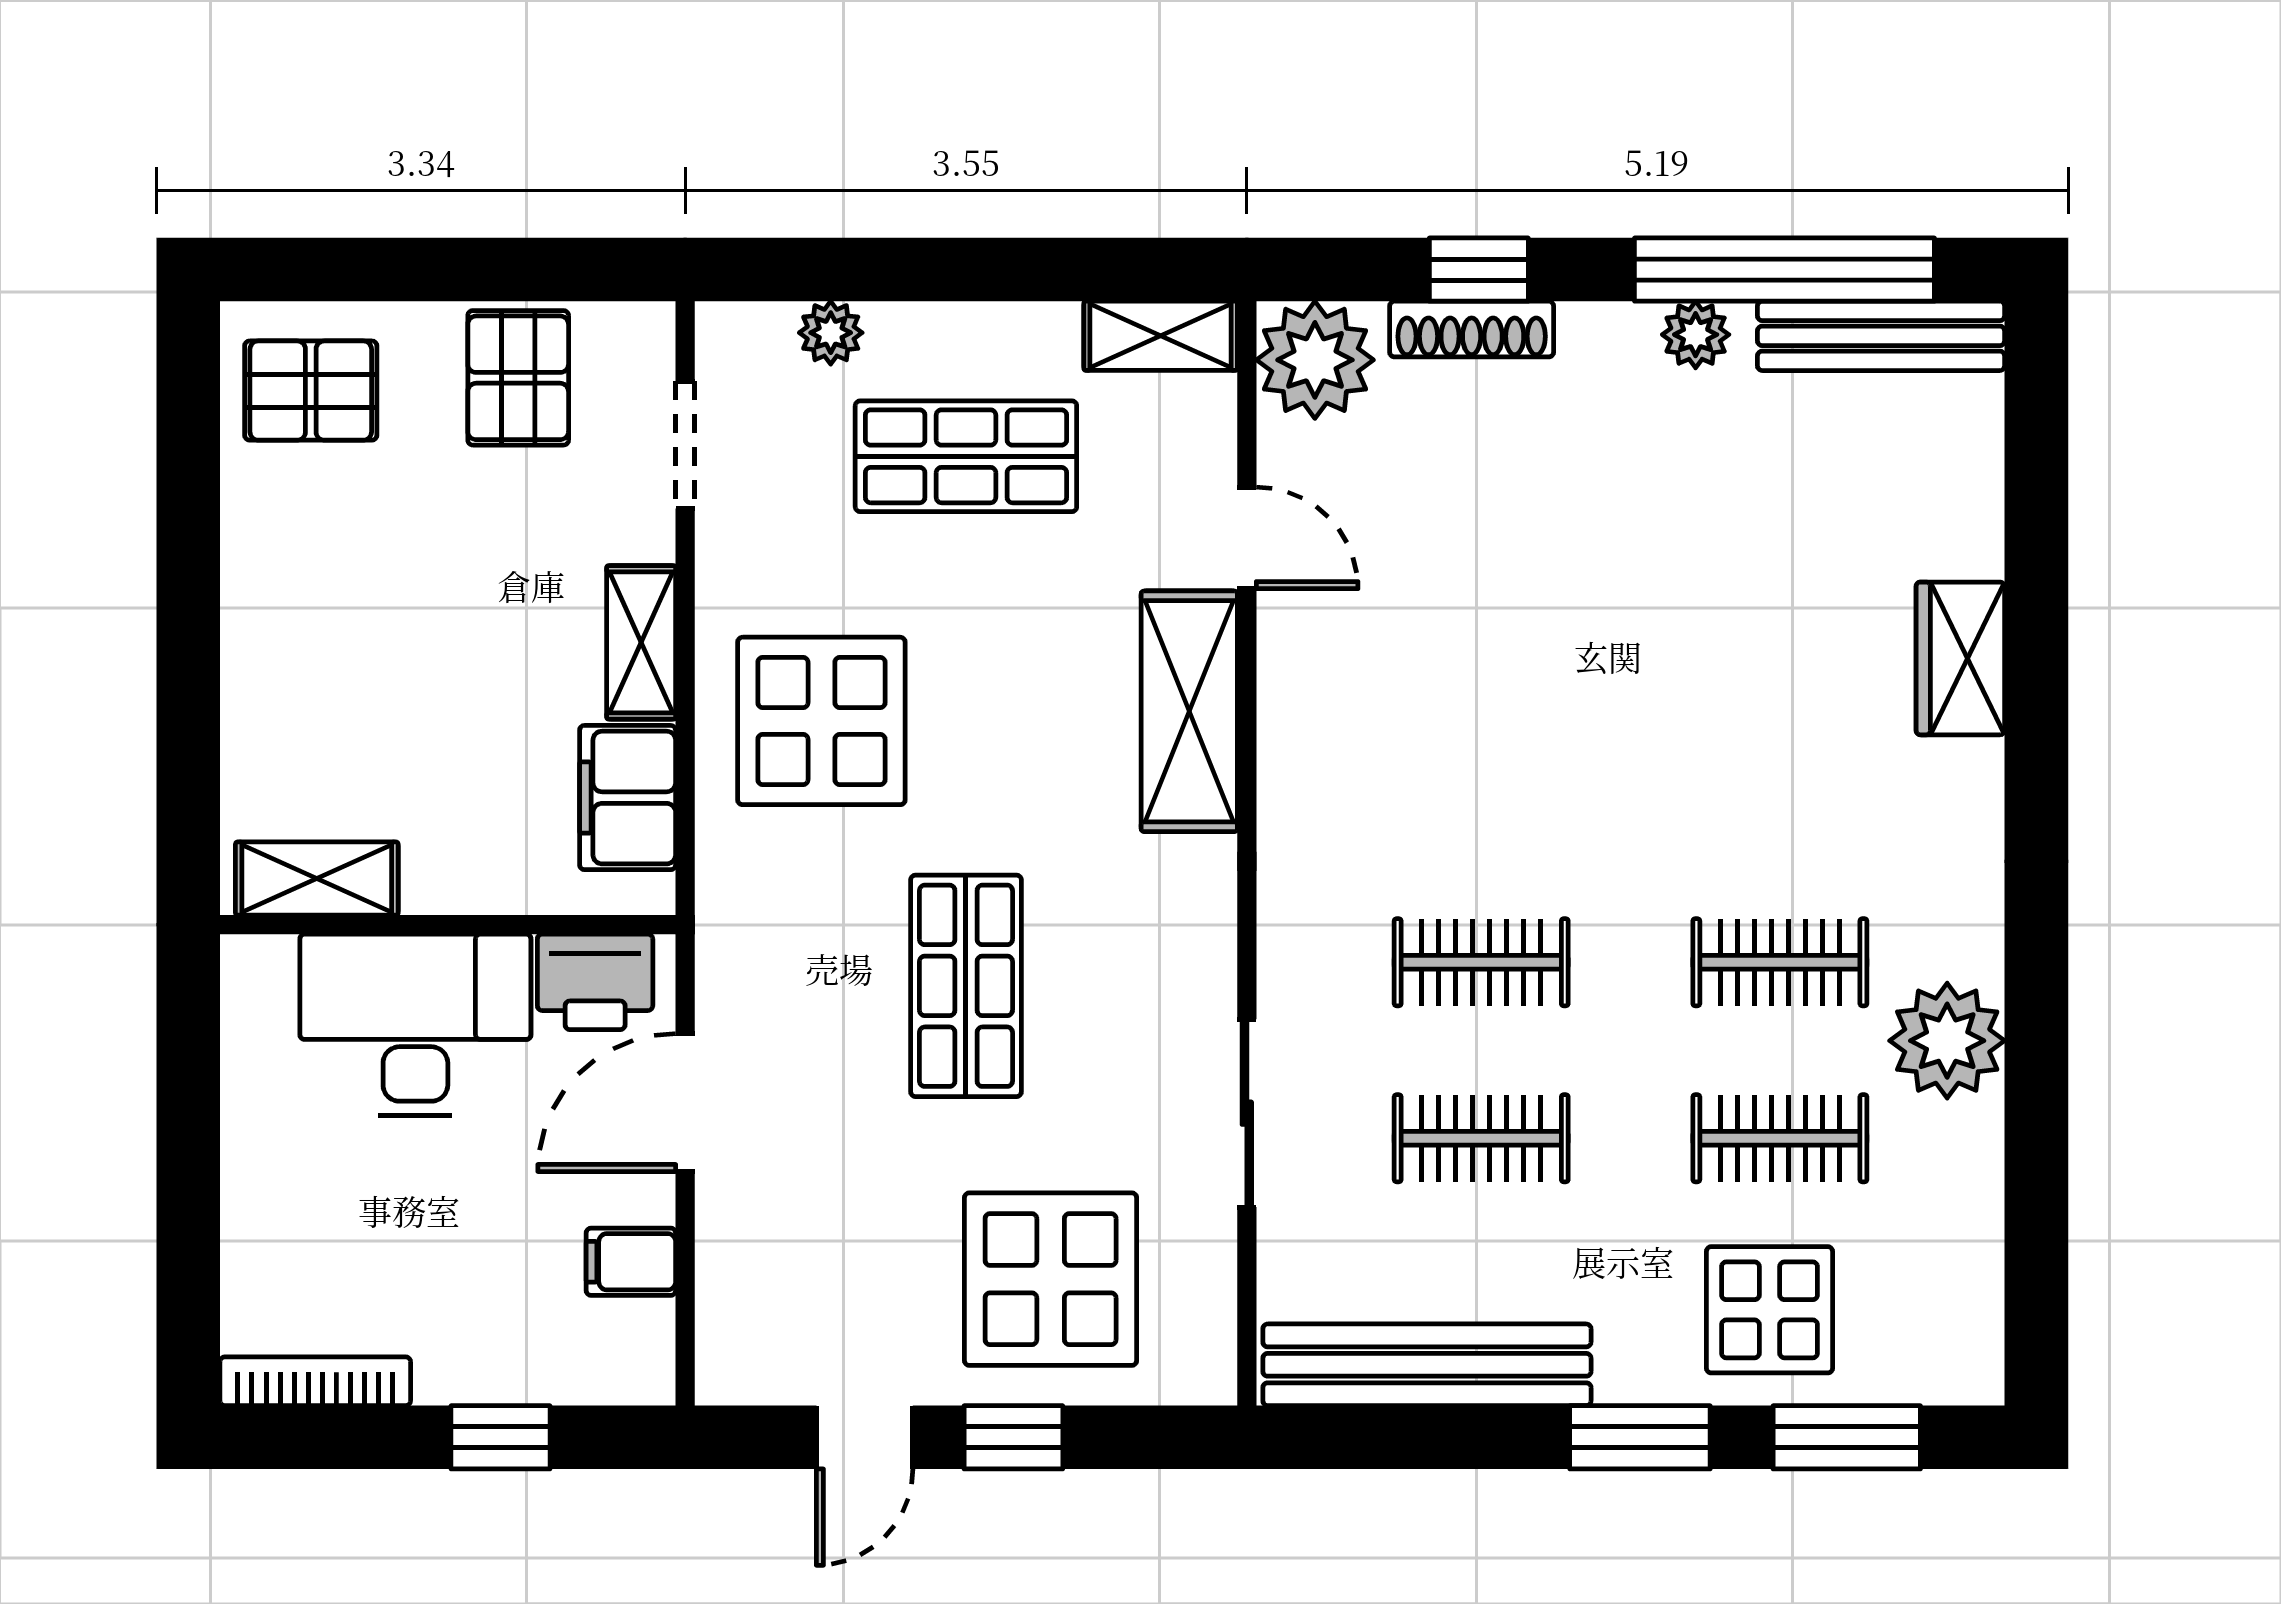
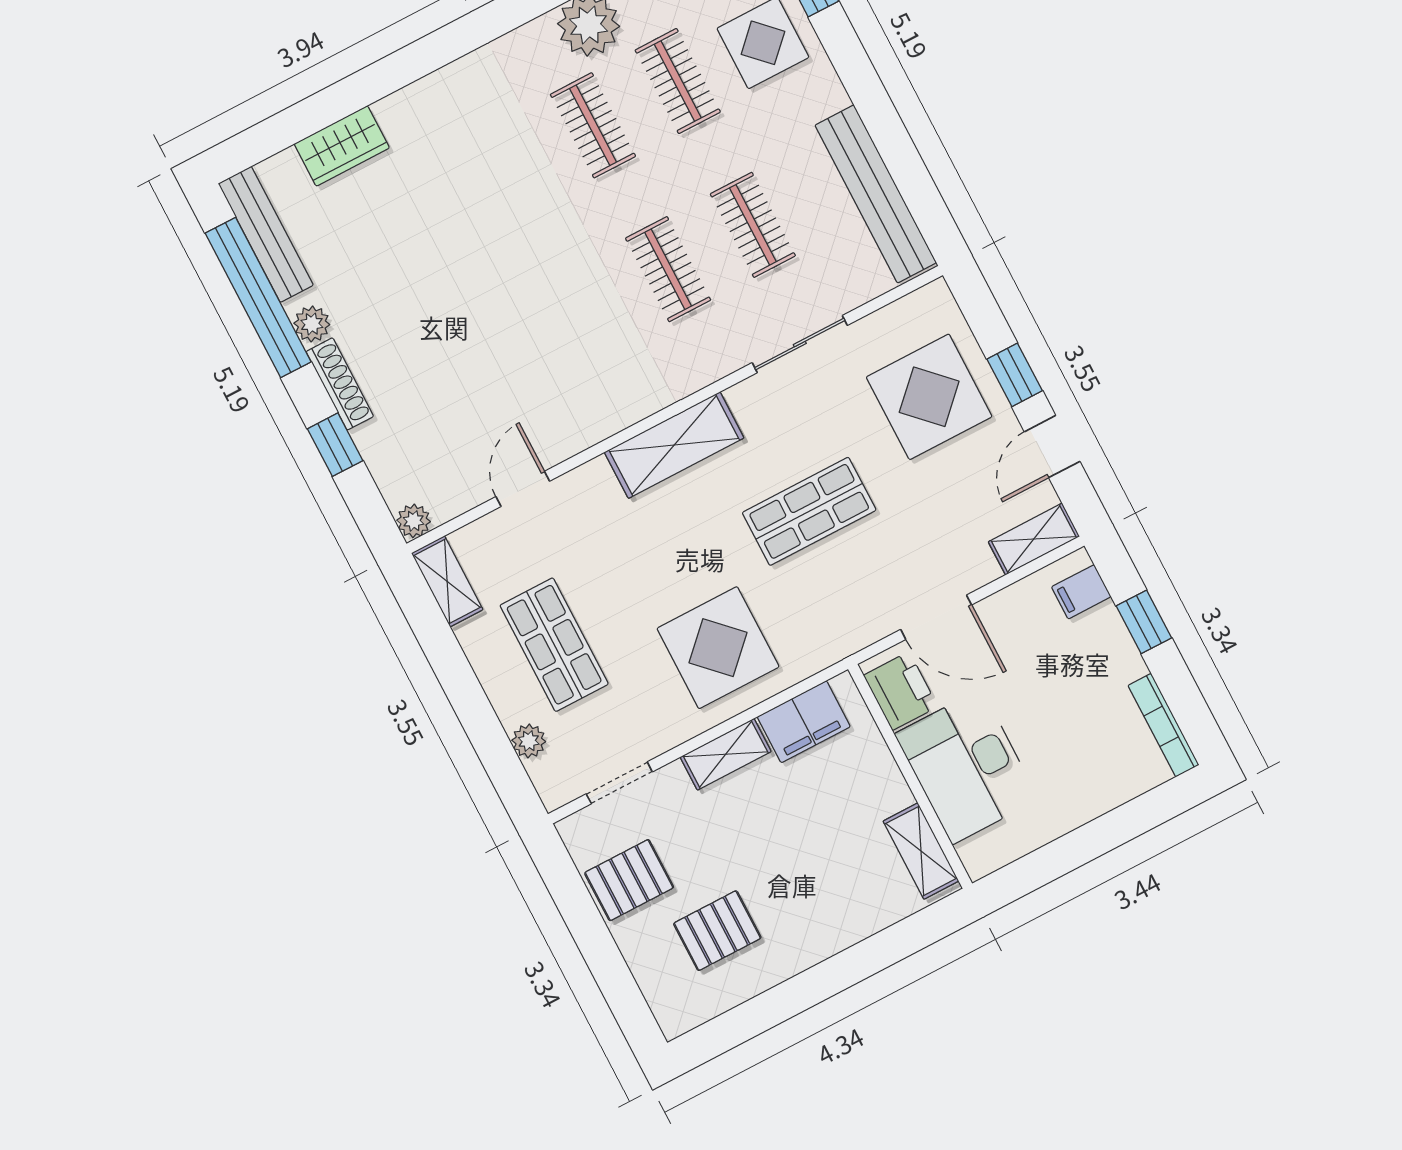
shoe rack: (1472, 329) -> (340, 384), moved
plant: (1315, 360) -> (414, 521), width x0.53, depth x0.53
pallet: (311, 391) -> (717, 931), moved, turned 90
wardrobe: (1960, 658) -> (342, 146), moved
shelving: (1189, 711) -> (674, 445), moved
filing cabinet: (631, 1262) -> (1081, 592), moved, turned 90
shelving: (729, 1329) -> (1034, 539), added
door: (865, 1437) -> (1052, 447), swing flipped
window: (1640, 1437) -> (857, 73), removed

